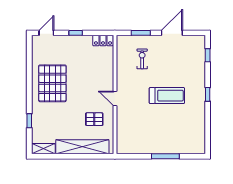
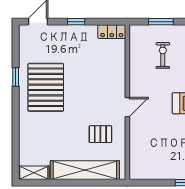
door: (115, 99) -> (127, 107), swing flipped
window: (29, 121) -> (16, 77), moved

